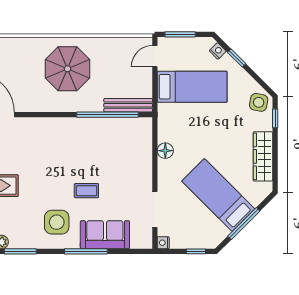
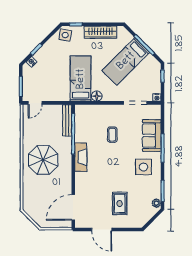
door: (155, 56) -> (35, 103), hinge flipped
bed: (192, 87) -> (81, 79), moved
fireplace: (72, 126) -> (81, 157), added
coffee table: (86, 191) -> (112, 135), moved

